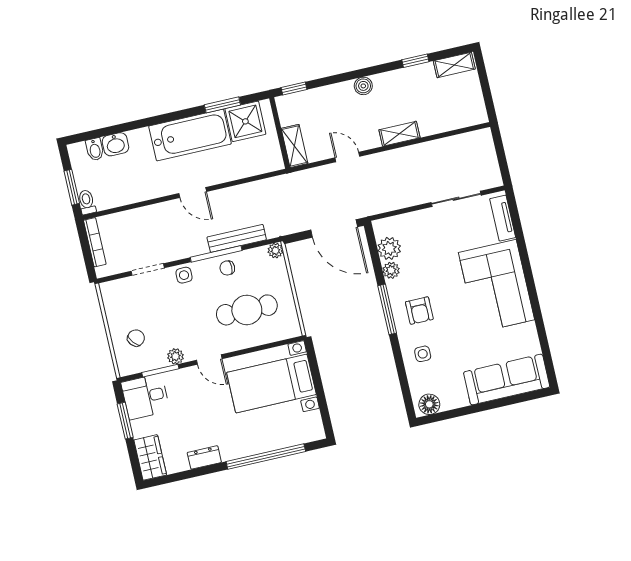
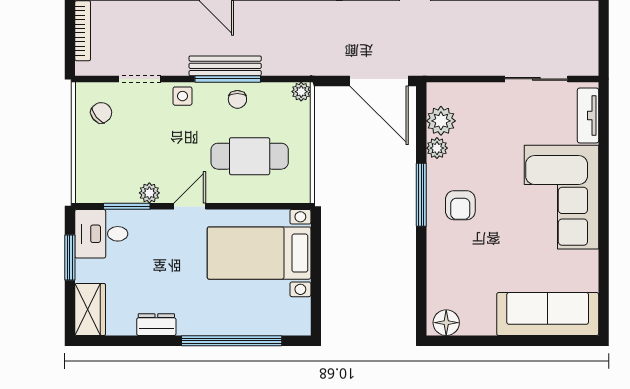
bench: (237, 238) -> (225, 66), moved
chair: (227, 268) -> (237, 99), turned -90
chair: (136, 338) -> (101, 113), moved
side table: (423, 354) -> (452, 259), removed
door: (209, 360) -> (190, 206), swing flipped

